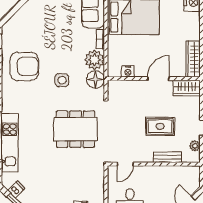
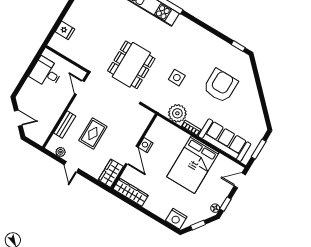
armchair: (24, 66) -> (221, 86), moved, turned 180
nightstand: (128, 71) -> (146, 145), moved
floor lamp: (95, 79) -> (161, 105), removed

